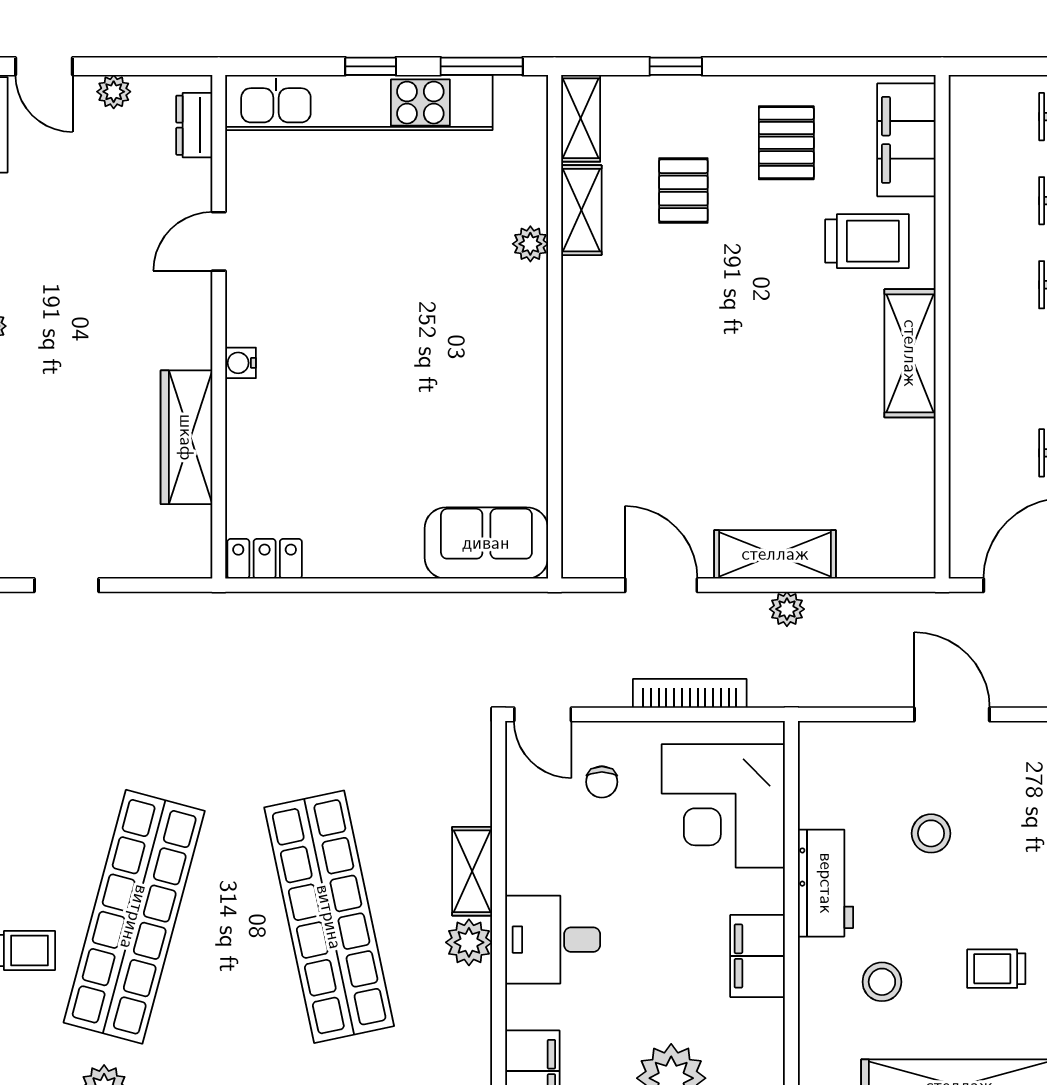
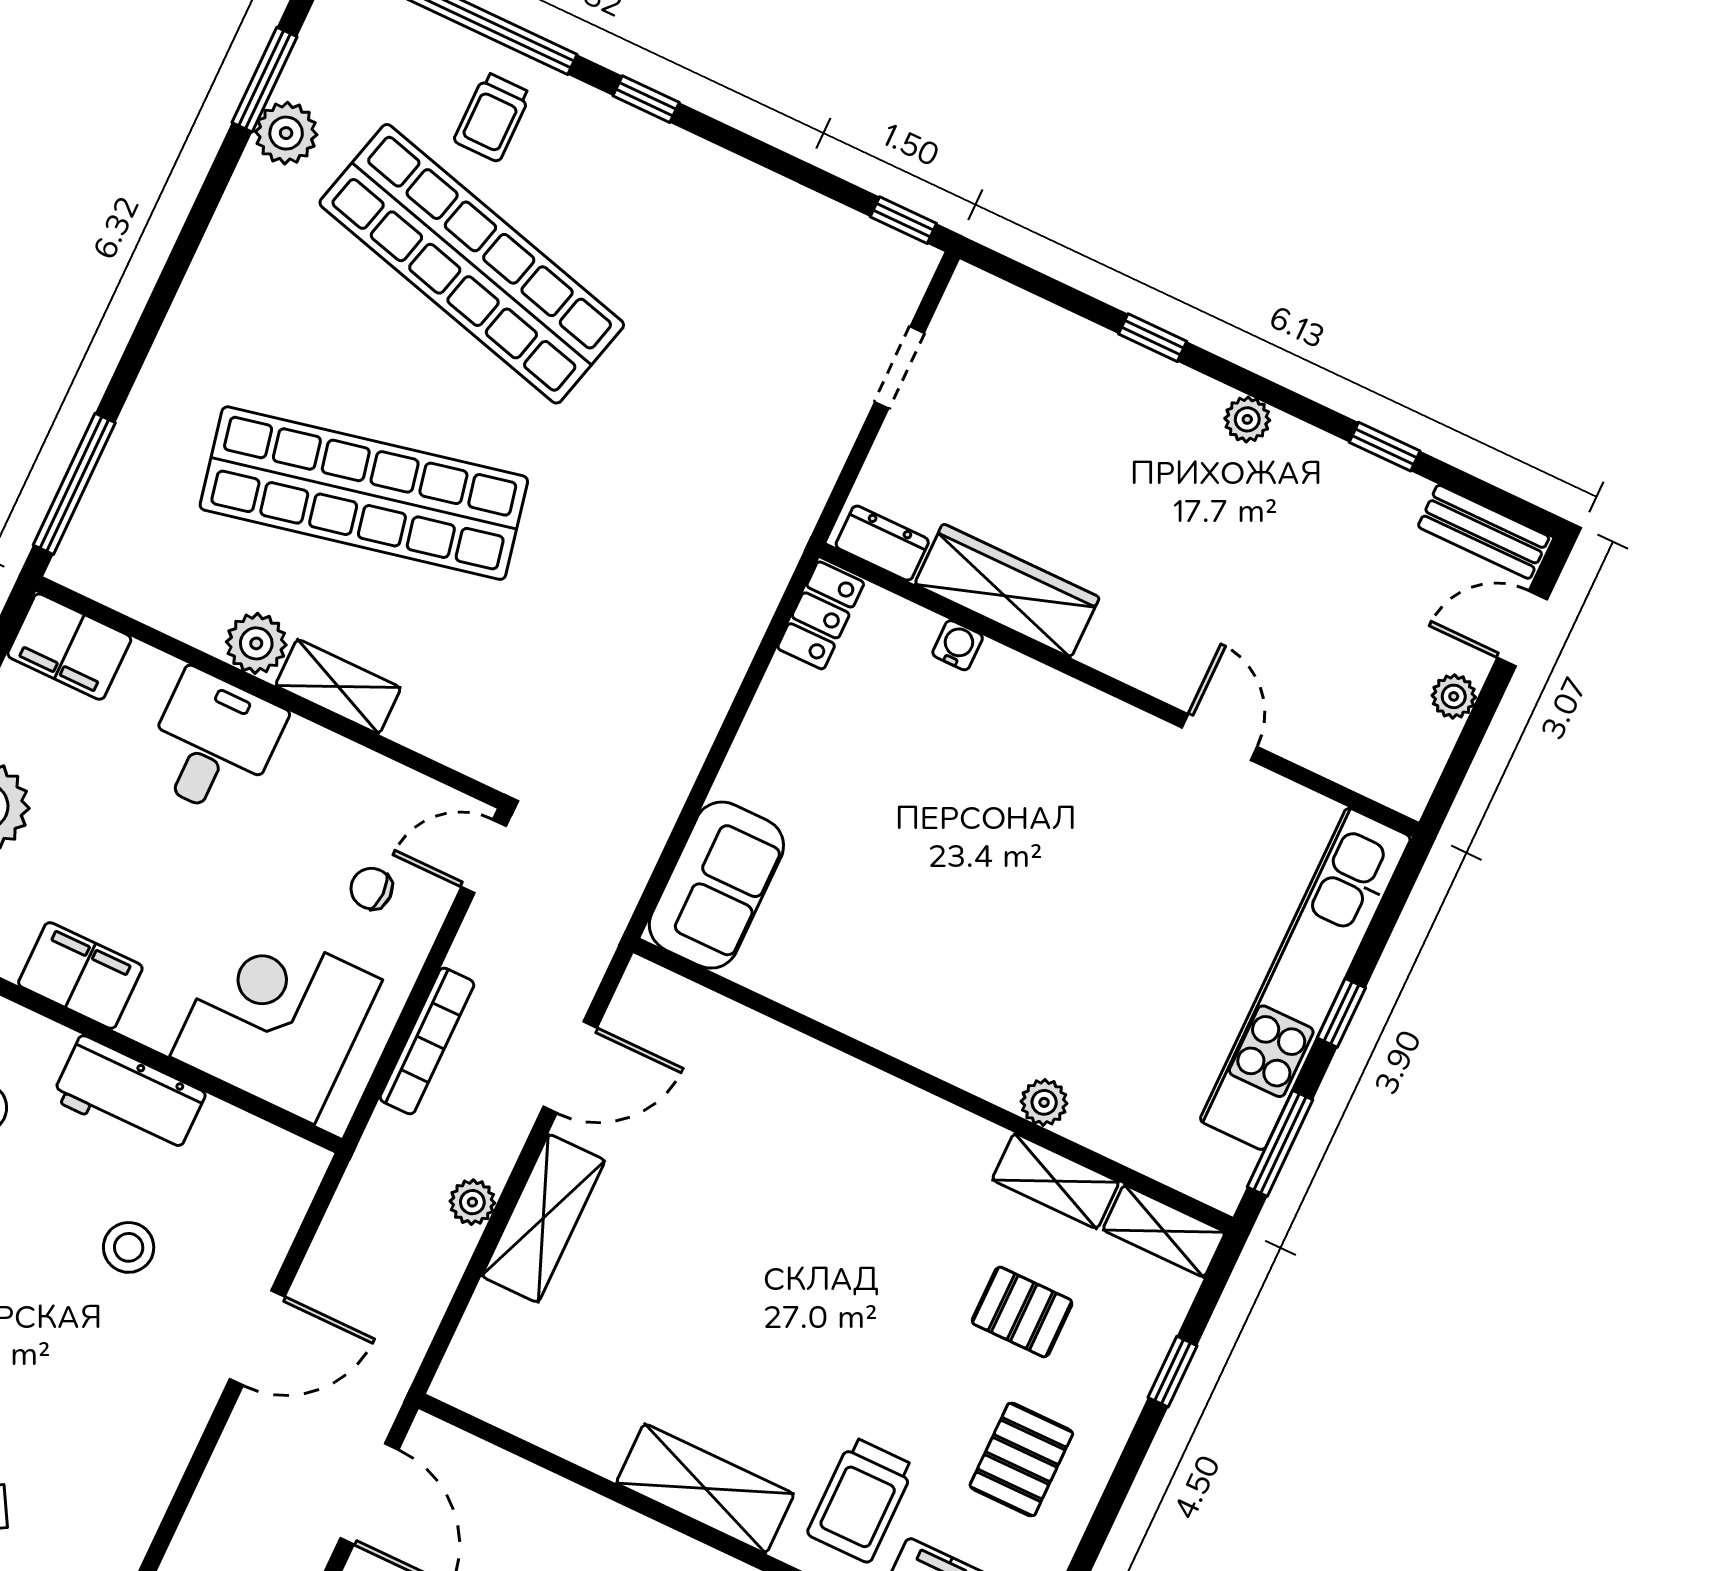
dresser: (194, 125) -> (882, 543), moved
pallet: (786, 143) -> (1021, 1460), turned 90
water cooler: (241, 363) -> (958, 645), moved

